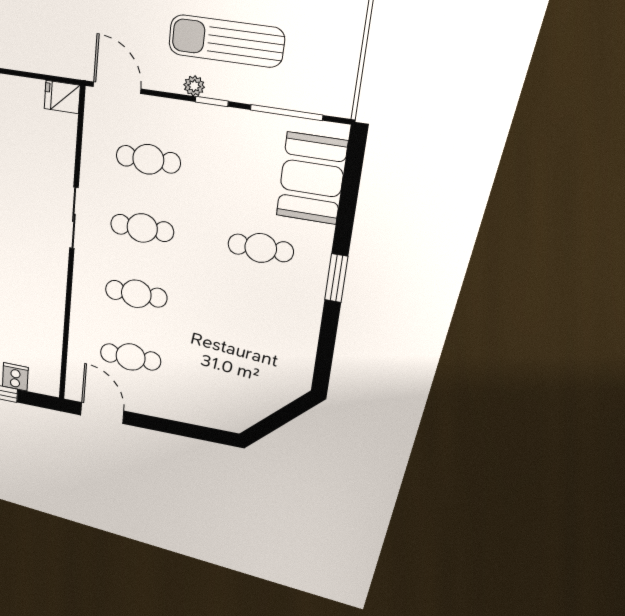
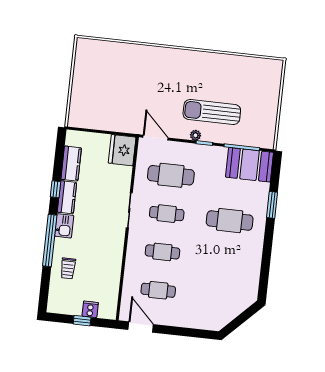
fridge: (62, 97) -> (122, 150), width x1.88, depth x1.34
cafe table: (148, 159) -> (171, 175), width x1.37, depth x1.35
booth: (312, 178) -> (249, 165), moved, turned 90
cafe table: (261, 248) -> (230, 221), width x1.37, depth x1.35
window: (336, 278) -> (272, 205), moved

